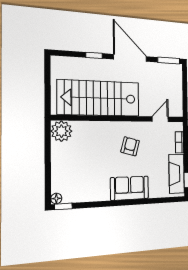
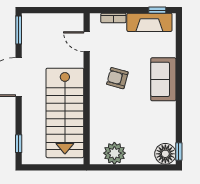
window: (94, 55) -> (19, 144), moved
plant: (61, 131) -> (114, 153), moved
floor lamp: (56, 198) -> (165, 154), width x1.89, depth x1.89

